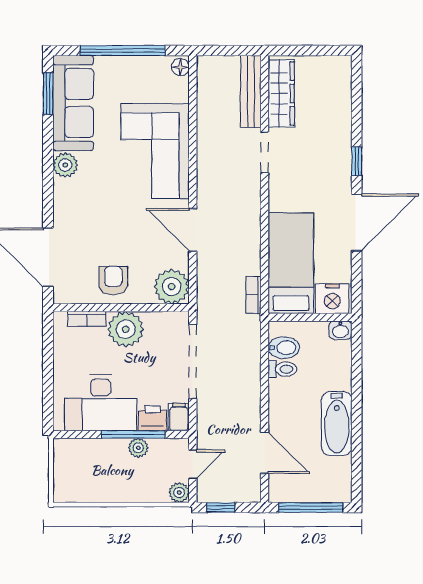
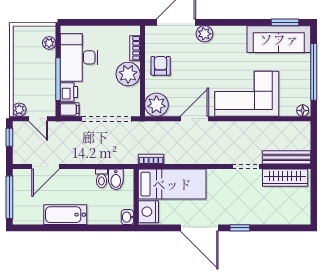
plant: (65, 165) -> (204, 34), moved
armchair: (113, 280) -> (161, 66), turned -90
plant: (138, 448) -> (49, 43), moved

